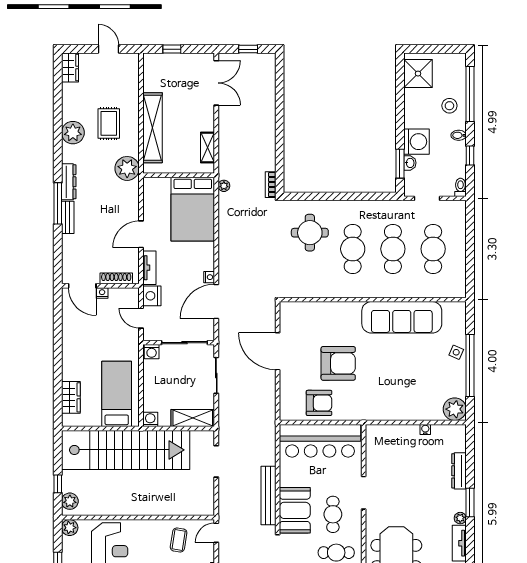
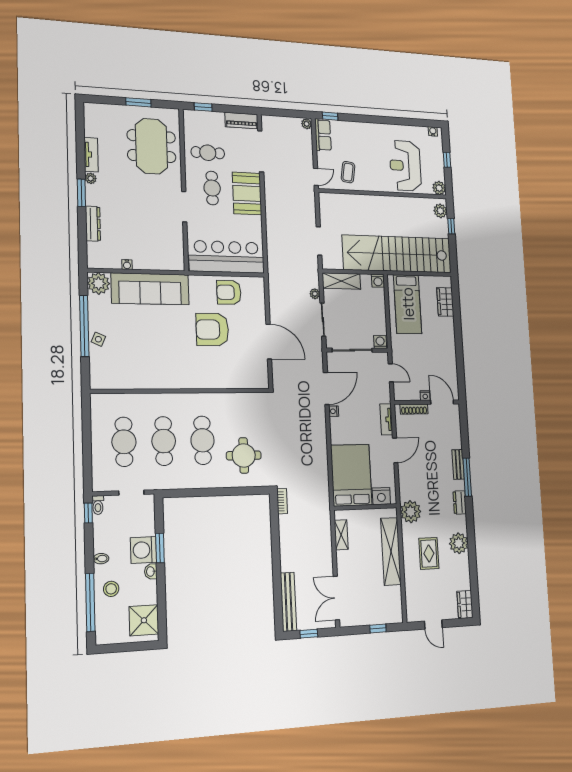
window: (470, 156) -> (88, 513), moved
washbasin: (410, 163) -> (151, 571), moved
window: (400, 164) -> (160, 548), moved
dresser: (69, 182) -> (460, 502), width x0.70
plant: (224, 186) -> (315, 294), moved
nightstand: (152, 296) -> (381, 496), moved, turned 90
sofa: (402, 317) -> (150, 289), moved, turned 180
bench: (268, 495) -> (288, 602), moved

